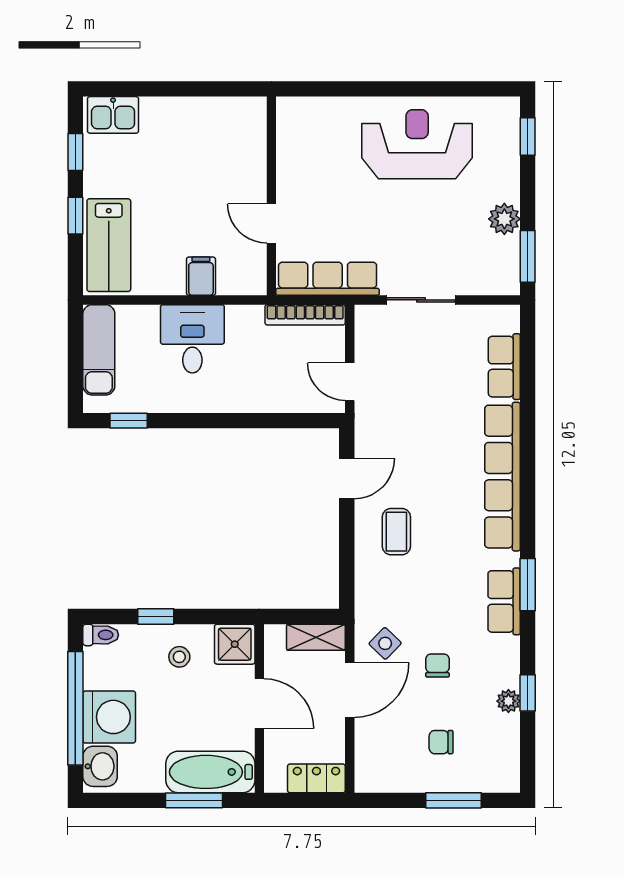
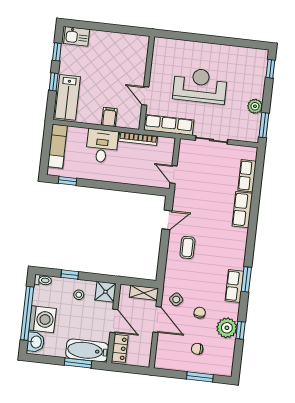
reception desk: (417, 144) -> (200, 86), moved
bookcase: (305, 315) -> (138, 139), moved
row of seats: (502, 477) -> (242, 210), width x0.50
door: (350, 690) -> (157, 319), hinge flipped
plant: (508, 701) -> (227, 328), width x1.87, depth x1.87
locker: (316, 778) -> (120, 348), moved, turned 90

